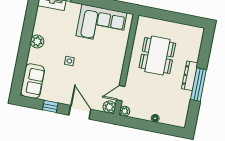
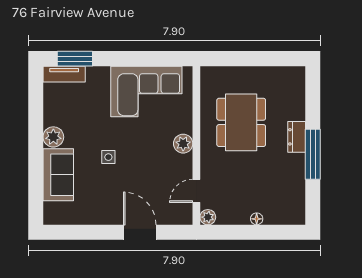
dresser: (190, 76) -> (297, 137), width x0.70
sofa: (33, 81) -> (58, 175), moved
window: (50, 106) -> (93, 232), removed
plant: (109, 107) -> (183, 144), moved

